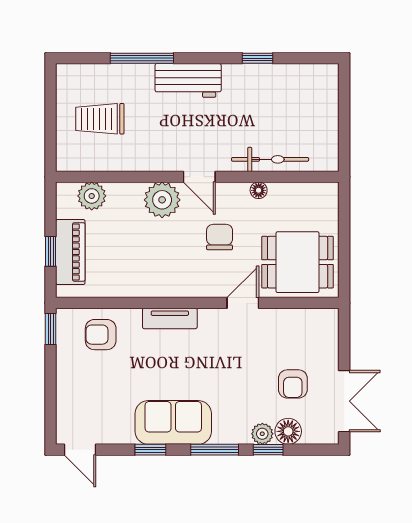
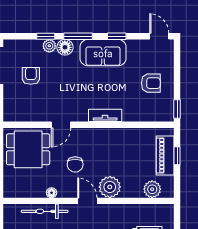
armchair: (101, 335) -> (151, 83), moved
floor lamp: (288, 431) -> (65, 47), moved

